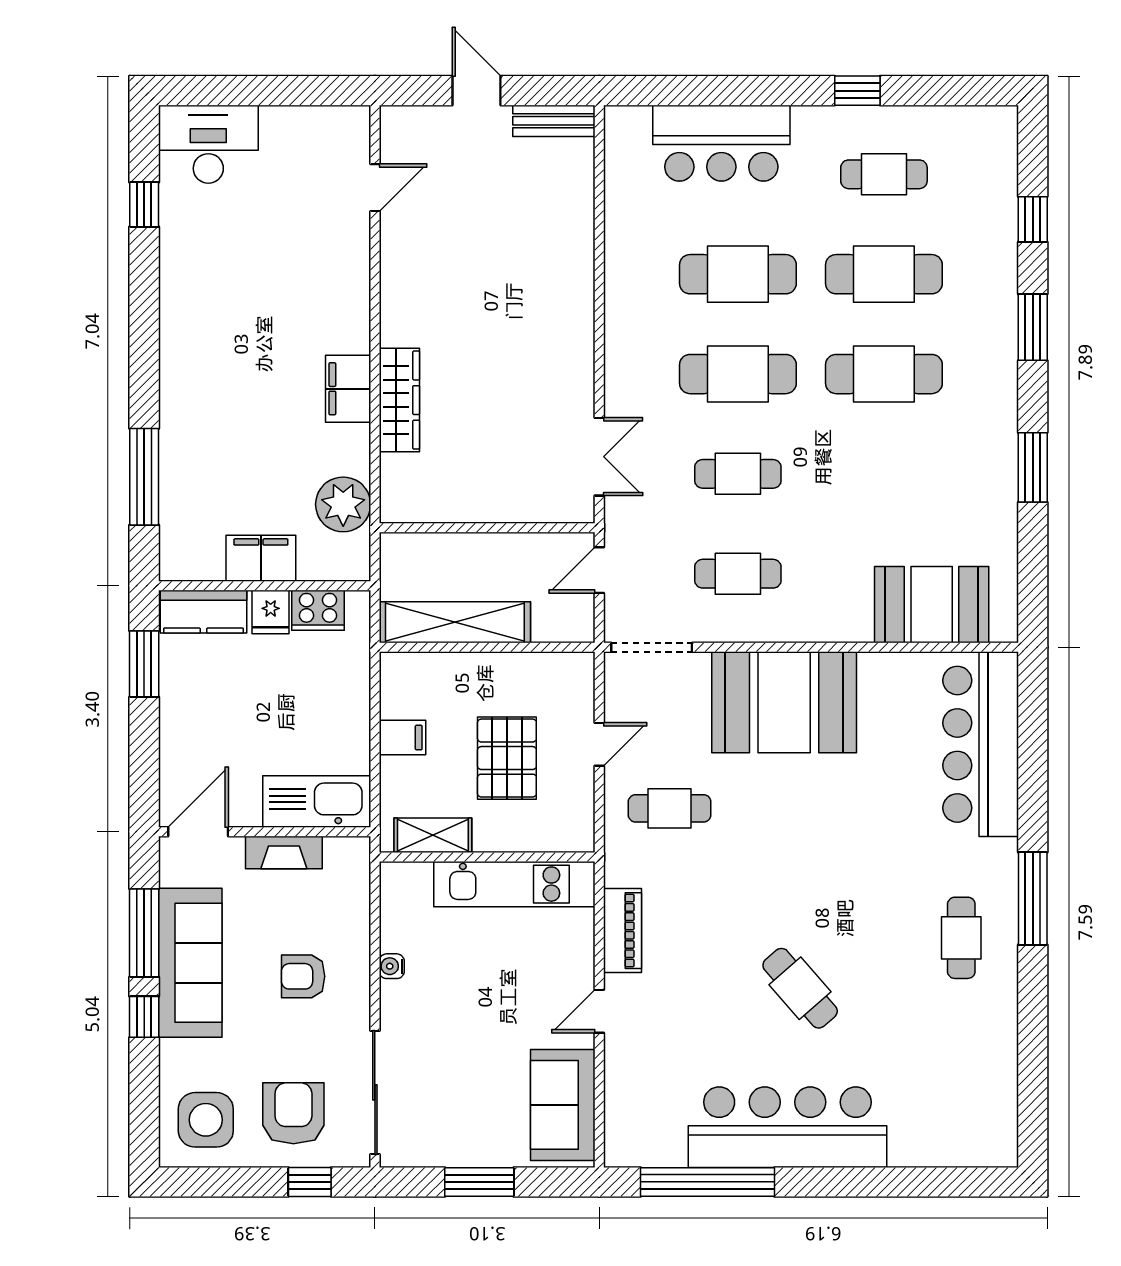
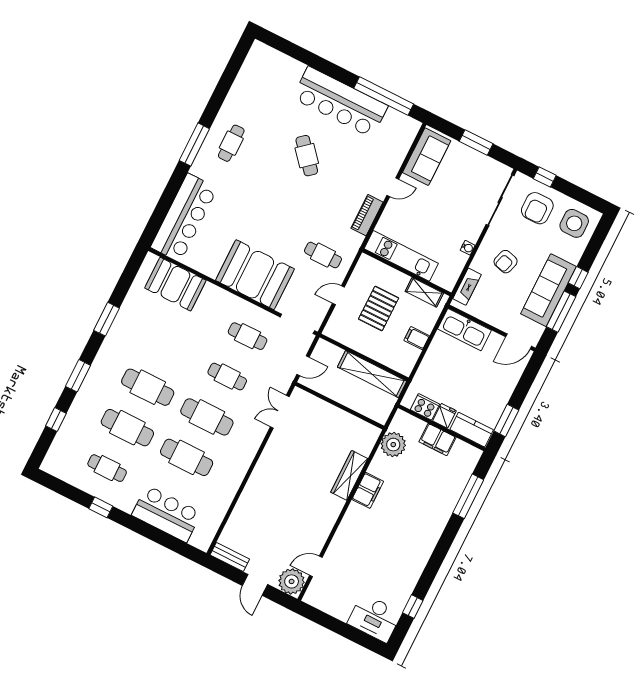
plant: (408, 134) -> (292, 581), added
fireplace: (284, 852) -> (467, 287), moved, turned 90
armchair: (303, 976) -> (506, 262), turned 106

